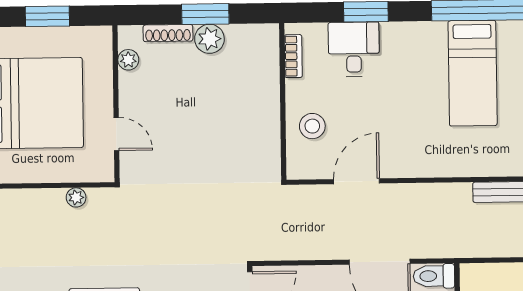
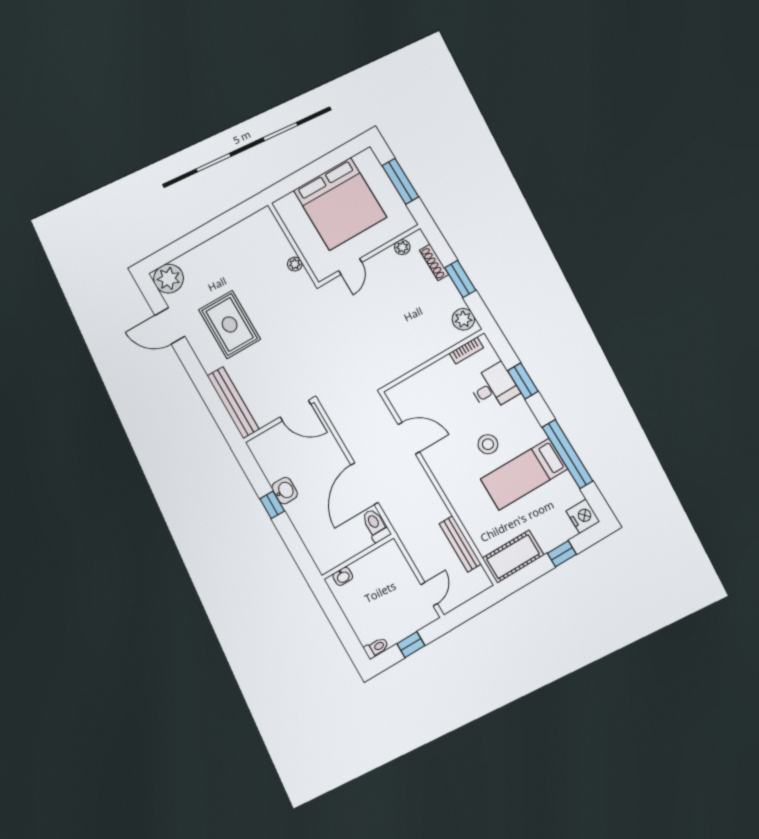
window: (47, 16) -> (400, 181), width x1.44
plant: (209, 39) -> (463, 319), moved
stool: (312, 126) -> (488, 444), moved

